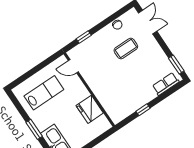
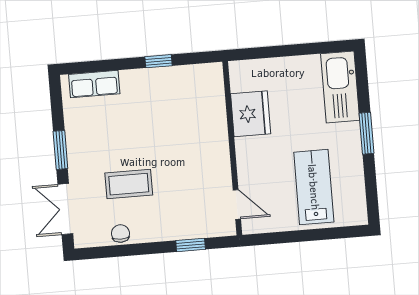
window: (176, 64) -> (60, 150), moved
lab bench: (44, 93) -> (314, 187), turned 90

